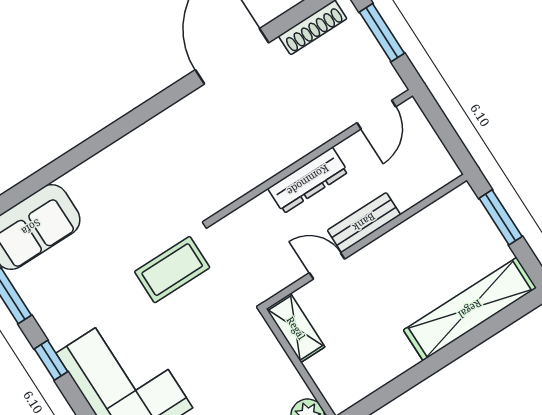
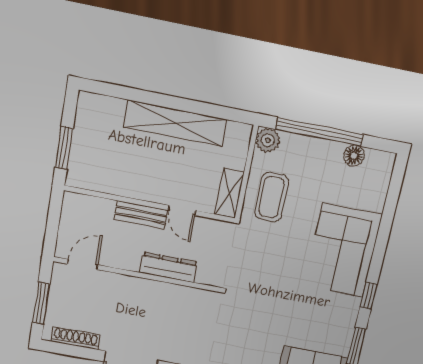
dresser: (308, 180) -> (169, 267), moved
coffee table: (172, 270) -> (271, 197), moved, turned 90
shelving: (470, 309) -> (175, 123), moved

